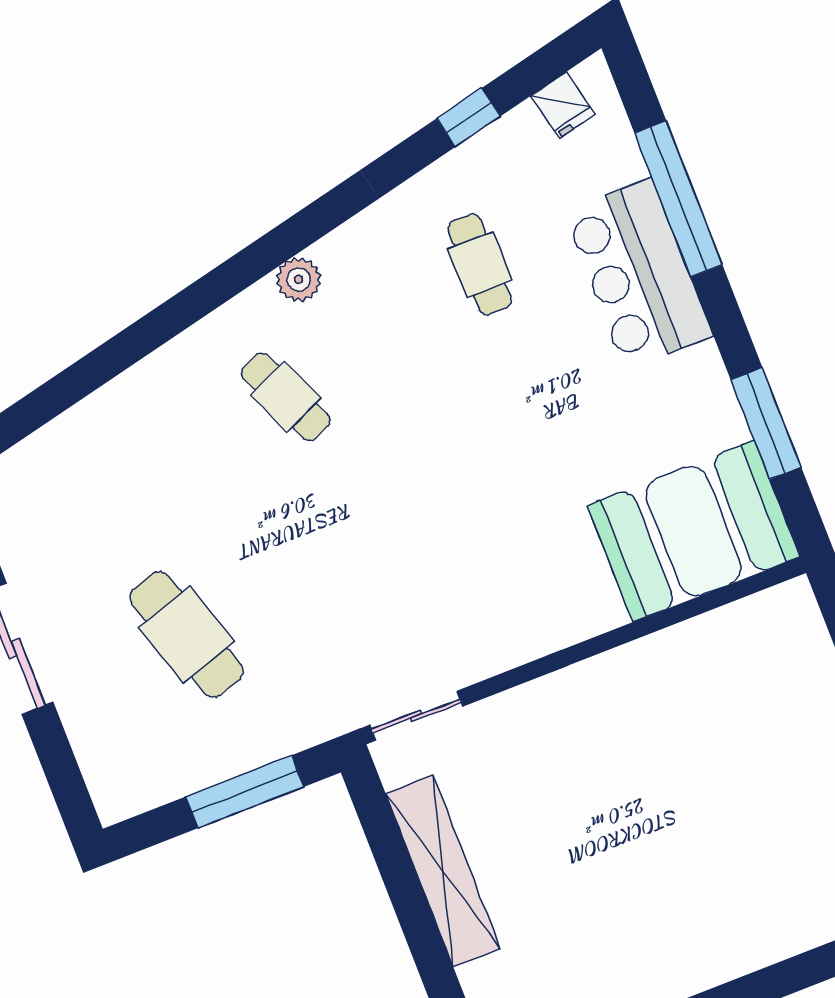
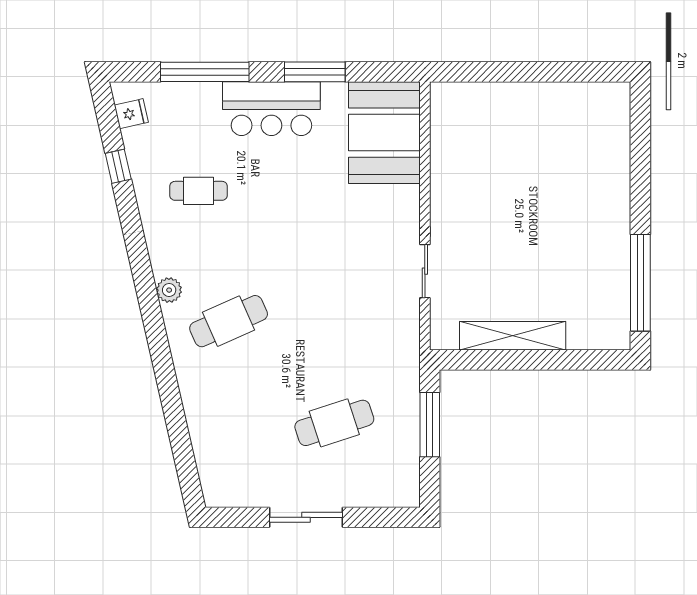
bar counter: (638, 274) -> (271, 109), moved
cafe table: (286, 397) -> (229, 321), width x1.37, depth x1.35
window: (766, 424) -> (315, 72), moved
sliding door: (416, 716) -> (425, 271), moved

